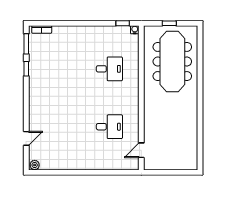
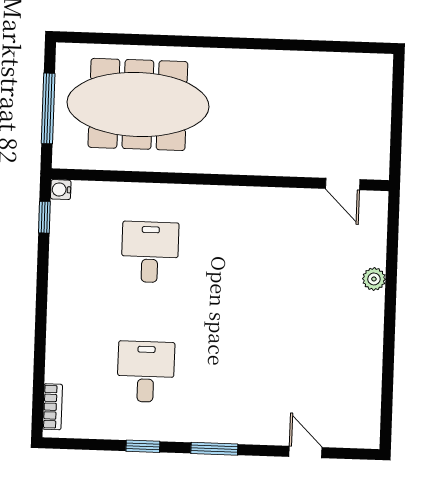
window: (169, 23) -> (48, 108), width x2.17
window: (26, 44) -> (214, 449), moved
desk: (109, 127) -> (146, 372), moved
plant: (35, 165) -> (374, 279), moved

